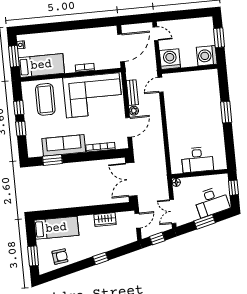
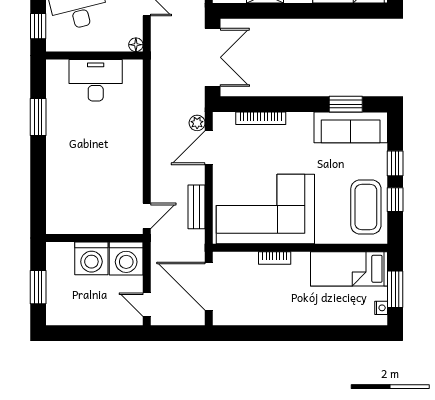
door: (121, 48) -> (209, 286), hinge flipped
washing machine: (207, 56) -> (91, 258), moved, turned 90
coffee table: (45, 99) -> (366, 207), moved
plant: (134, 111) -> (197, 123), moved
window: (226, 112) -> (38, 117), moved
sofa: (64, 145) -> (351, 127), moved

